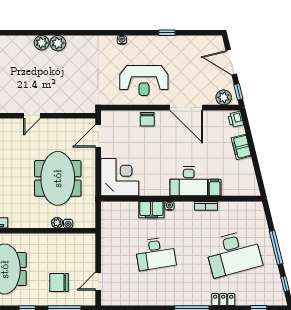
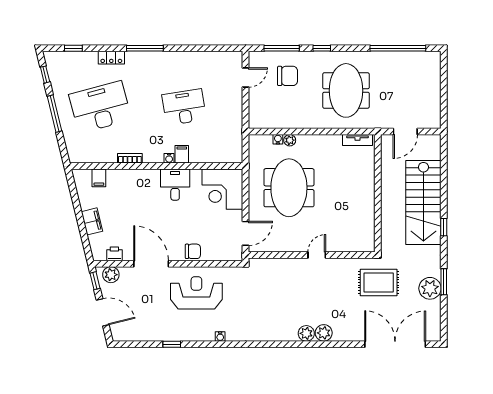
plant: (58, 43) -> (324, 333), moved
chair: (147, 119) -> (193, 251), turned 90
printer: (236, 119) -> (114, 254), moved, turned -76
desk: (189, 181) -> (175, 185), moved, width x0.73
filing cabinet: (215, 188) -> (99, 178), moved
filing cabinet: (151, 210) -> (182, 154), width x0.50

